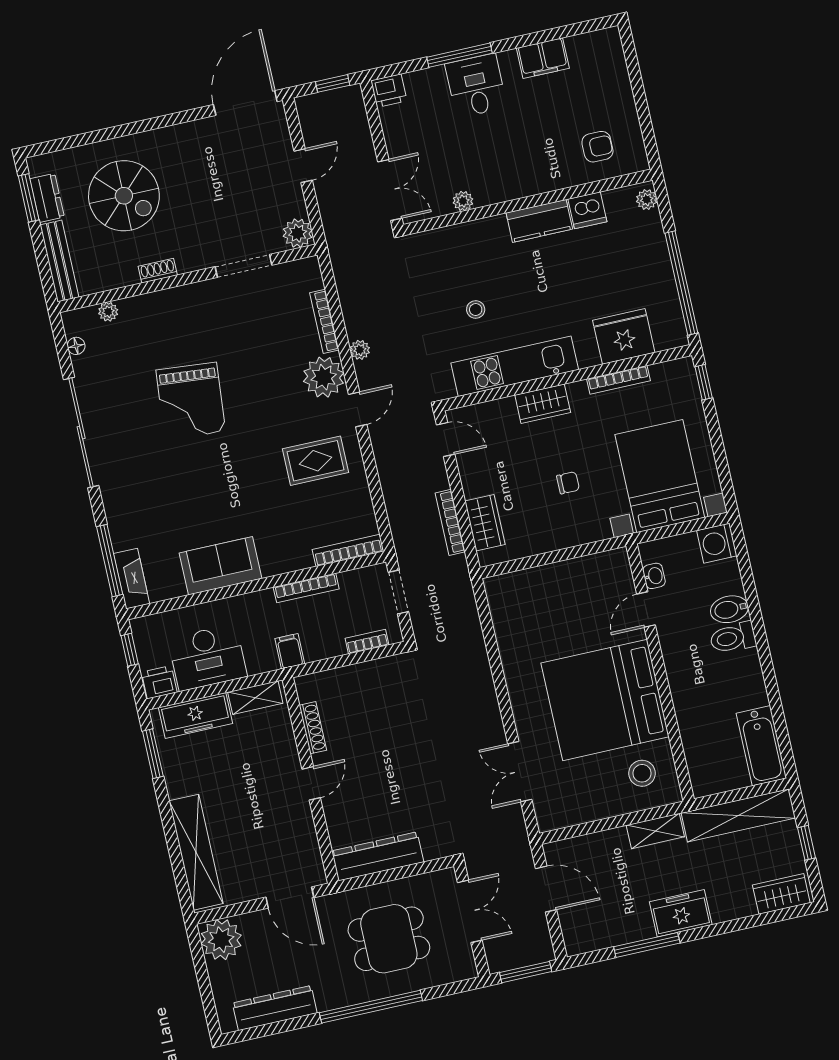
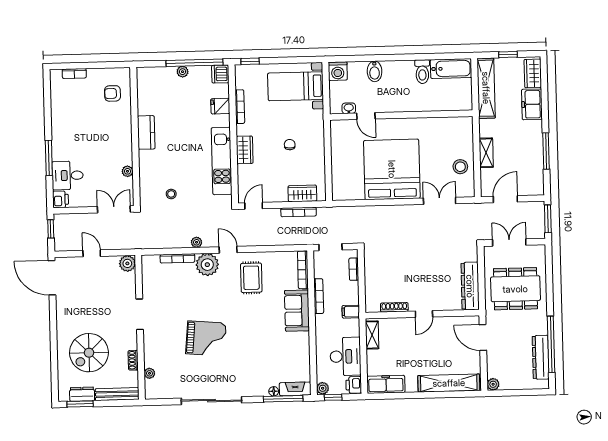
filing cabinet: (543, 58) -> (59, 113), removed
bookcase: (620, 71) -> (74, 74), added
desk: (476, 86) -> (68, 175), moved
armchair: (597, 147) -> (112, 93), turned -90
spiral stairs: (124, 196) -> (89, 353), turned 180
plant: (647, 200) -> (183, 72), moved
dishwasher: (587, 210) -> (220, 74), moved, turned 180
doorway: (244, 266) -> (140, 314), moved
shoe rack: (158, 271) -> (133, 360), moved
stool: (476, 309) -> (171, 194), moved
fridge: (624, 336) -> (220, 106), width x0.53, depth x0.75
floor lamp: (76, 346) -> (274, 391), moved
bed with nightstands: (660, 476) -> (296, 86), width x0.73
sofa: (220, 566) -> (297, 311), moved
plant: (142, 628) -> (323, 388), added
toilet: (733, 638) -> (422, 72), moved
bed: (605, 700) -> (392, 169), moved, turned 180
freezer: (196, 716) -> (386, 384), moved, turned -90
window: (153, 754) -> (391, 396), removed
double door: (520, 772) -> (440, 201), swing flipped
stool: (642, 773) -> (460, 167), moved
door: (311, 783) -> (424, 314), swing flipped
shelving: (655, 831) -> (486, 153), moved
door: (290, 897) -> (483, 338), swing flipped
freezer: (681, 913) -> (532, 104), moved
dining table: (389, 939) -> (515, 289), width x1.38
plant: (221, 940) -> (493, 384), width x0.53, depth x0.53
window: (371, 1007) -> (551, 344), moved

